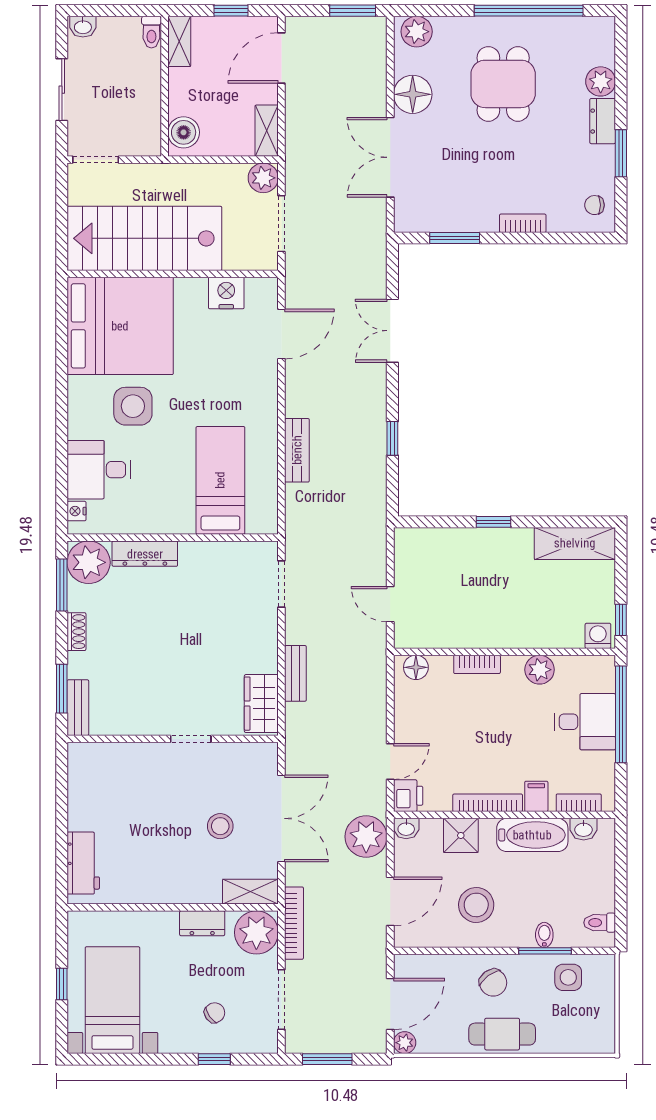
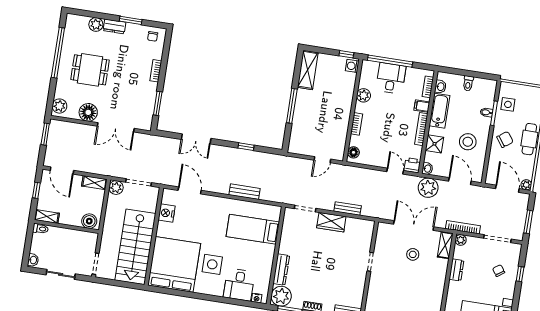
window: (494, 522) -> (292, 106), width x2.17
wardrobe: (261, 704) -> (331, 222), moved
toilet: (600, 923) -> (468, 83), moved
plant: (256, 932) -> (461, 240), width x0.53, depth x0.53

